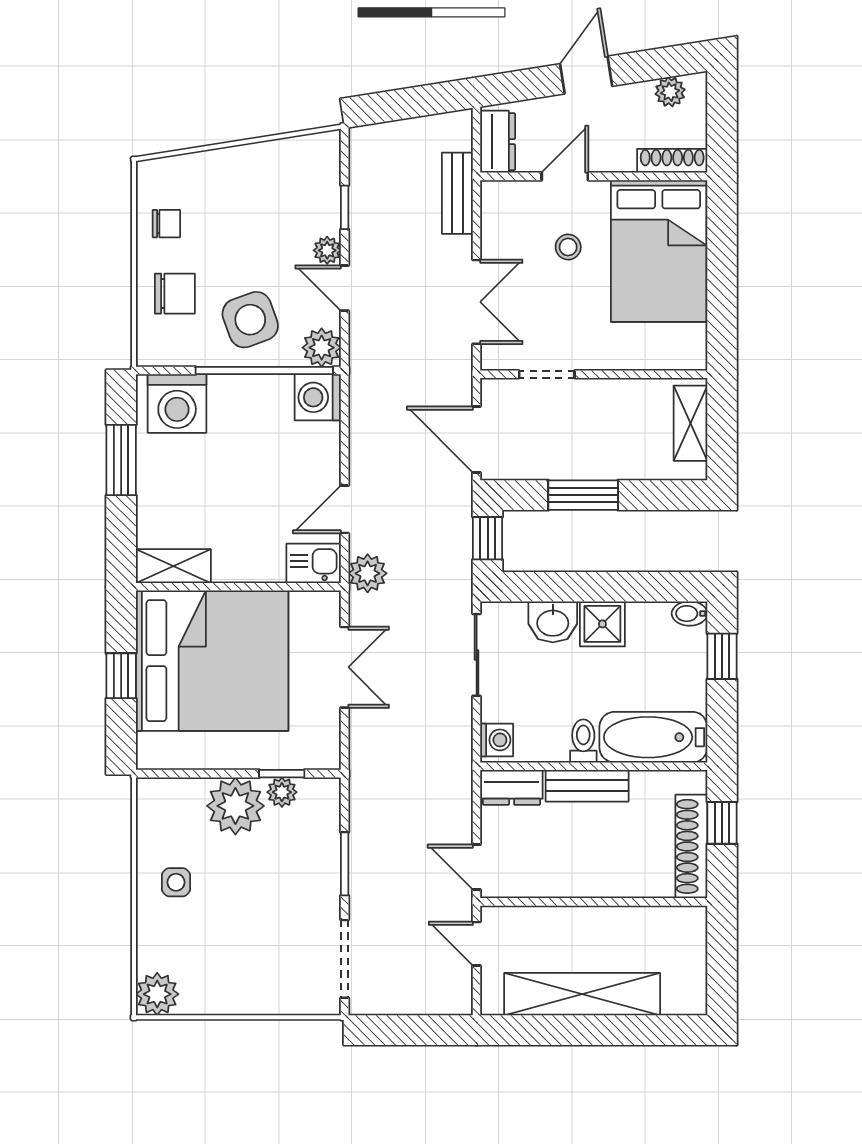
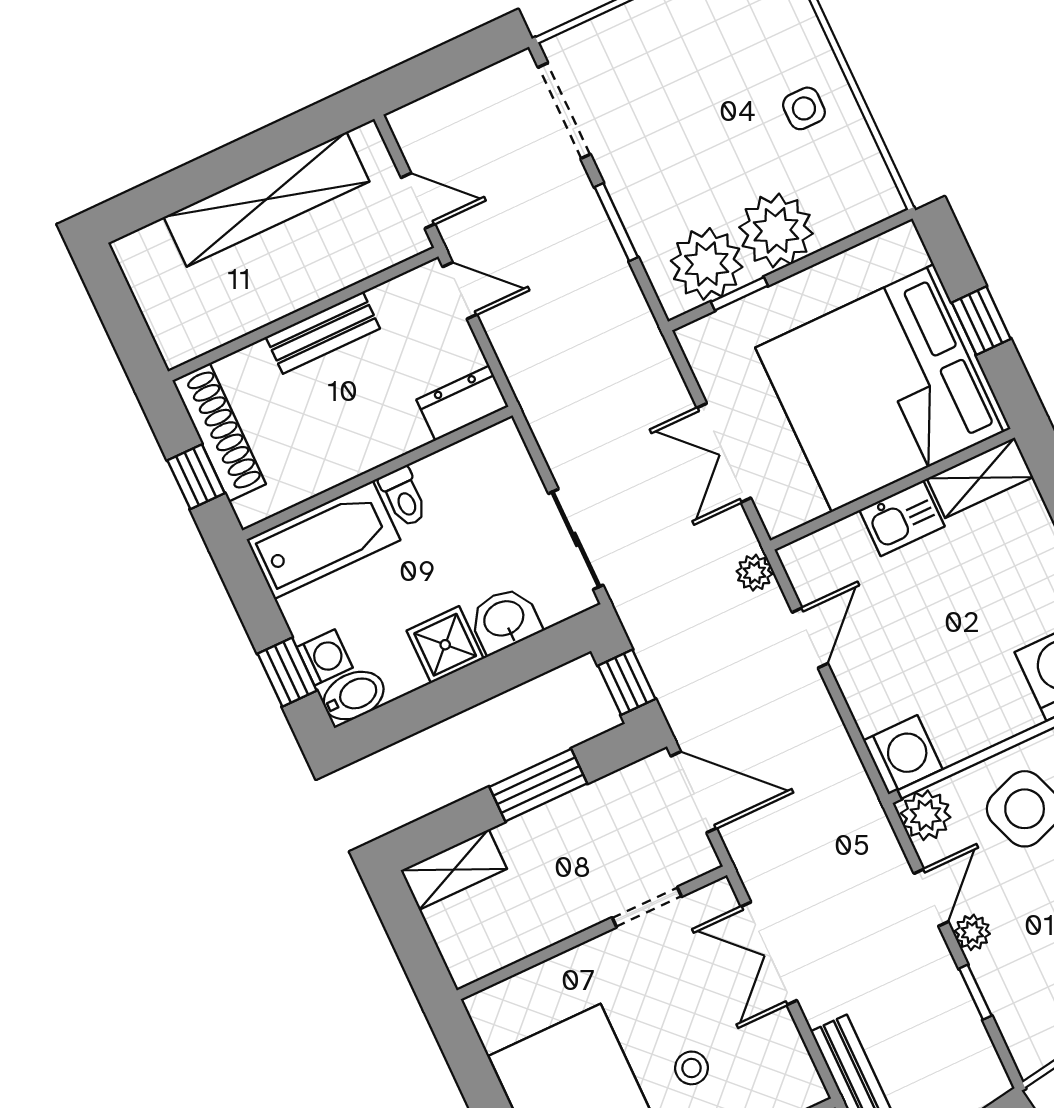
door: (345, 288) -> (931, 898), hinge flipped
shelving: (690, 423) -> (454, 870), moved, turned 90
kitchen sink: (314, 563) -> (902, 518), moved
plant: (368, 573) -> (754, 573), width x0.73, depth x0.73
bidet: (690, 614) -> (354, 696), width x1.38, depth x1.36
washing machine: (497, 740) -> (325, 657), moved, turned 180
bench: (587, 786) -> (323, 333), moved
plant: (282, 792) -> (707, 264), width x1.87, depth x1.87

